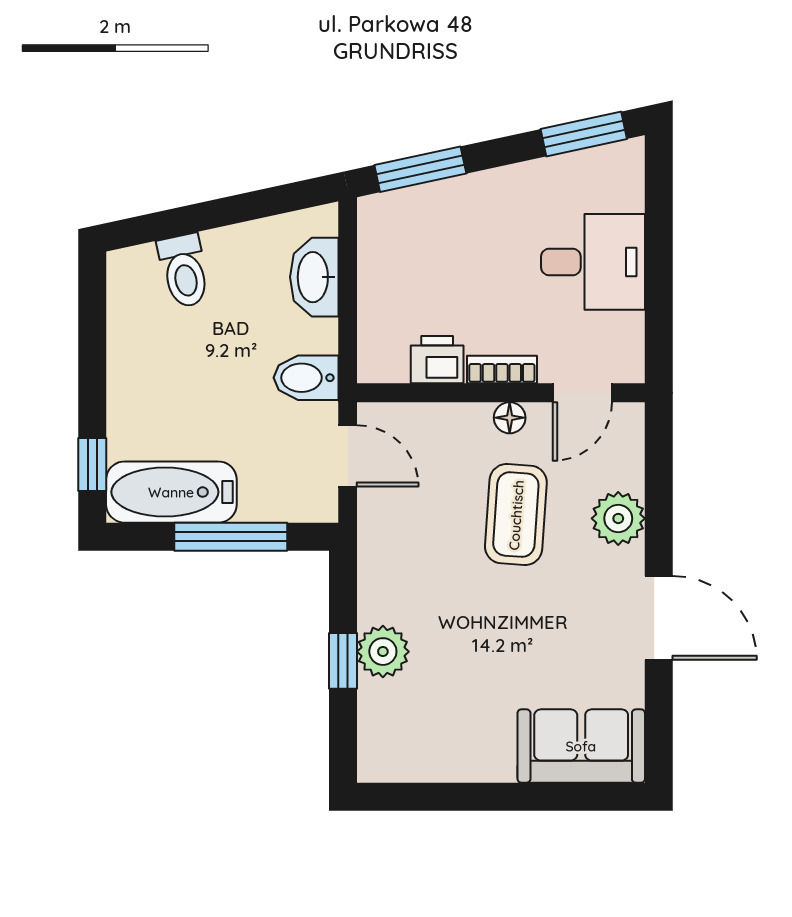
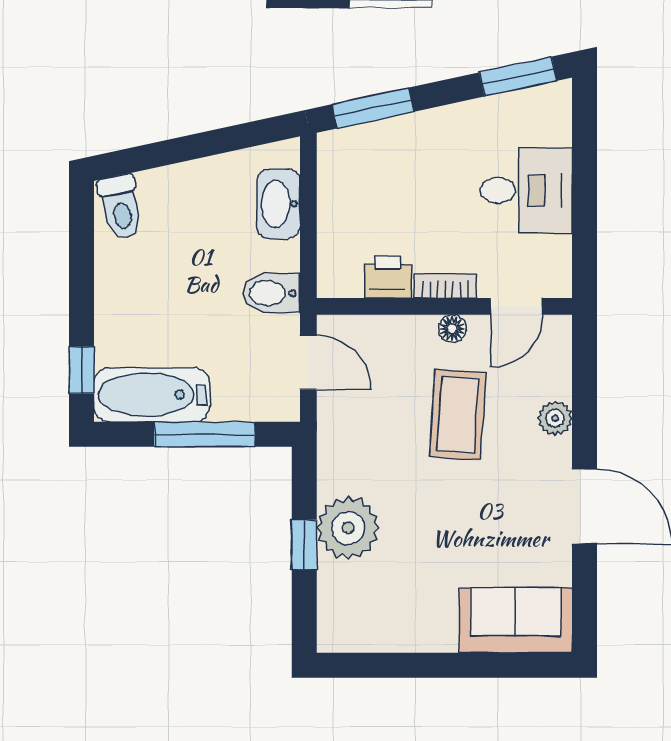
toilet: (184, 271) -> (121, 207), moved
plant: (618, 518) -> (555, 418), width x0.73, depth x0.73
plant: (383, 652) -> (348, 528), width x1.36, depth x1.36

